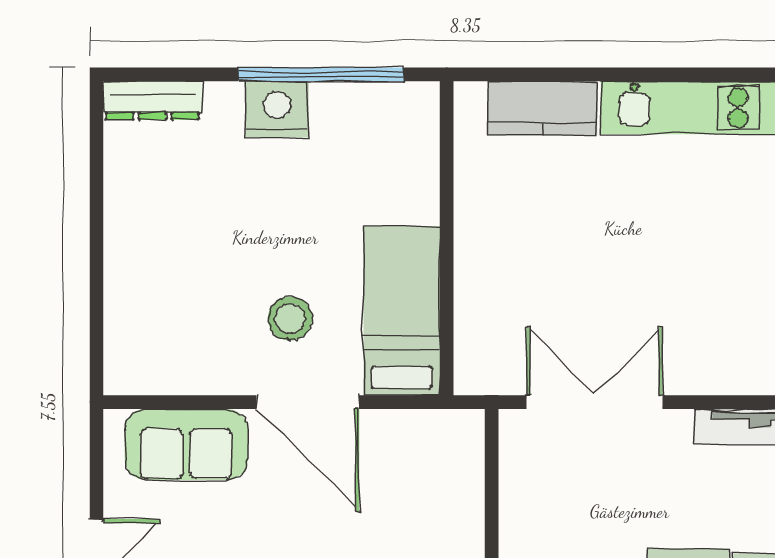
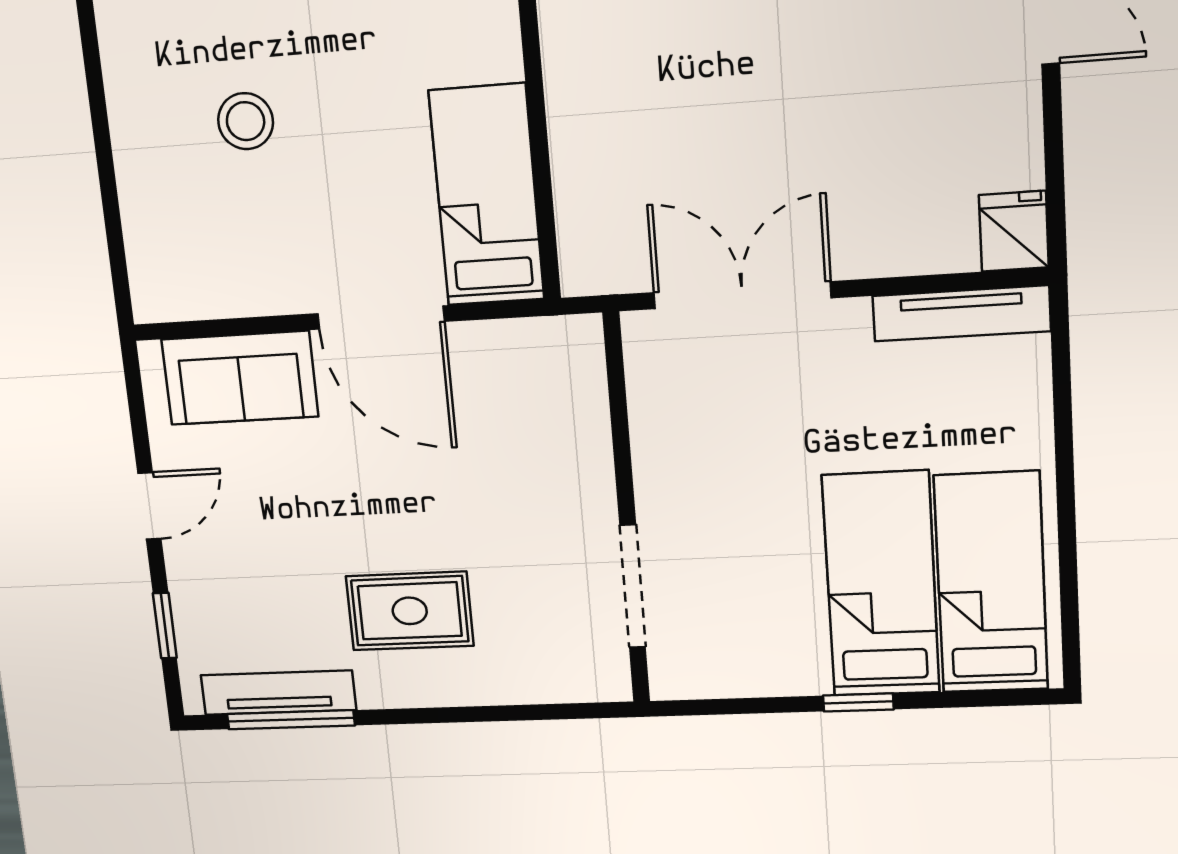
stool: (290, 318) -> (246, 121), moved

